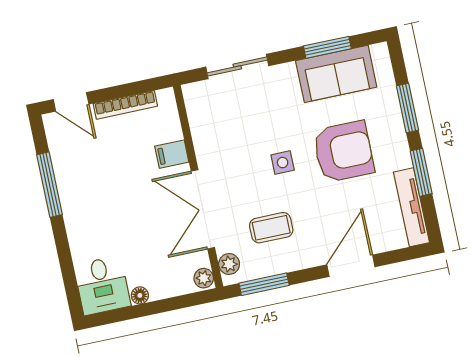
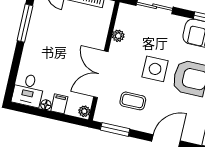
filing cabinet: (172, 154) -> (59, 104), moved, turned 90
side table: (283, 163) -> (155, 69), width x1.87, depth x1.87
plant: (229, 264) -> (118, 36), moved

